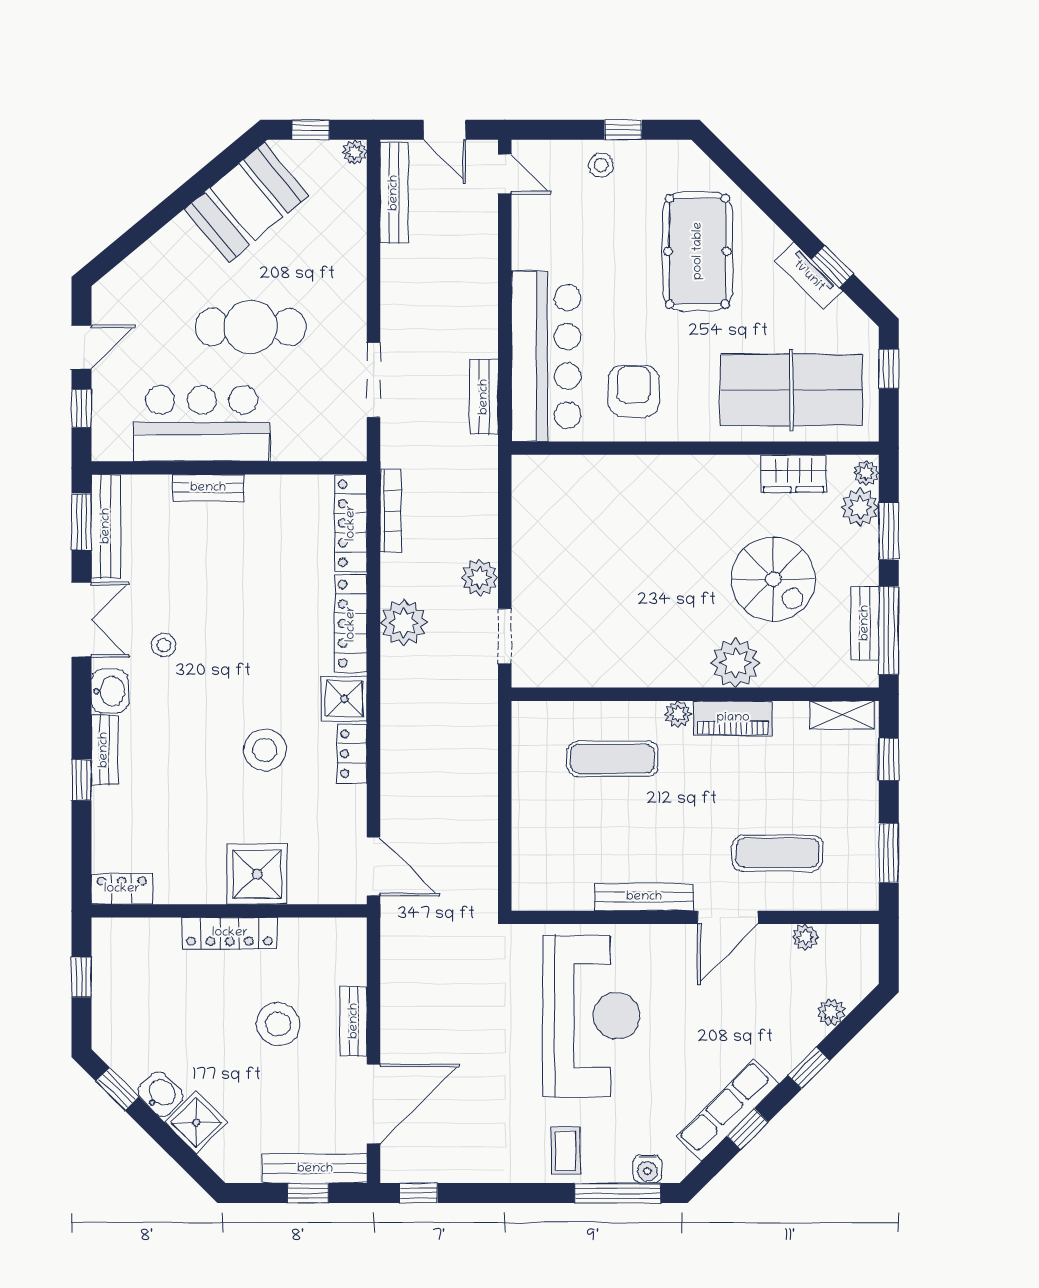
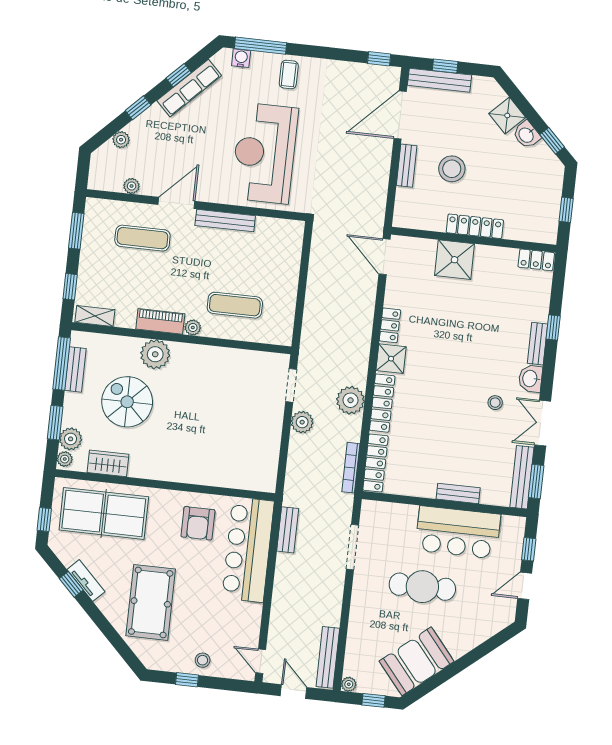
stool: (265, 750) -> (442, 333), removed

